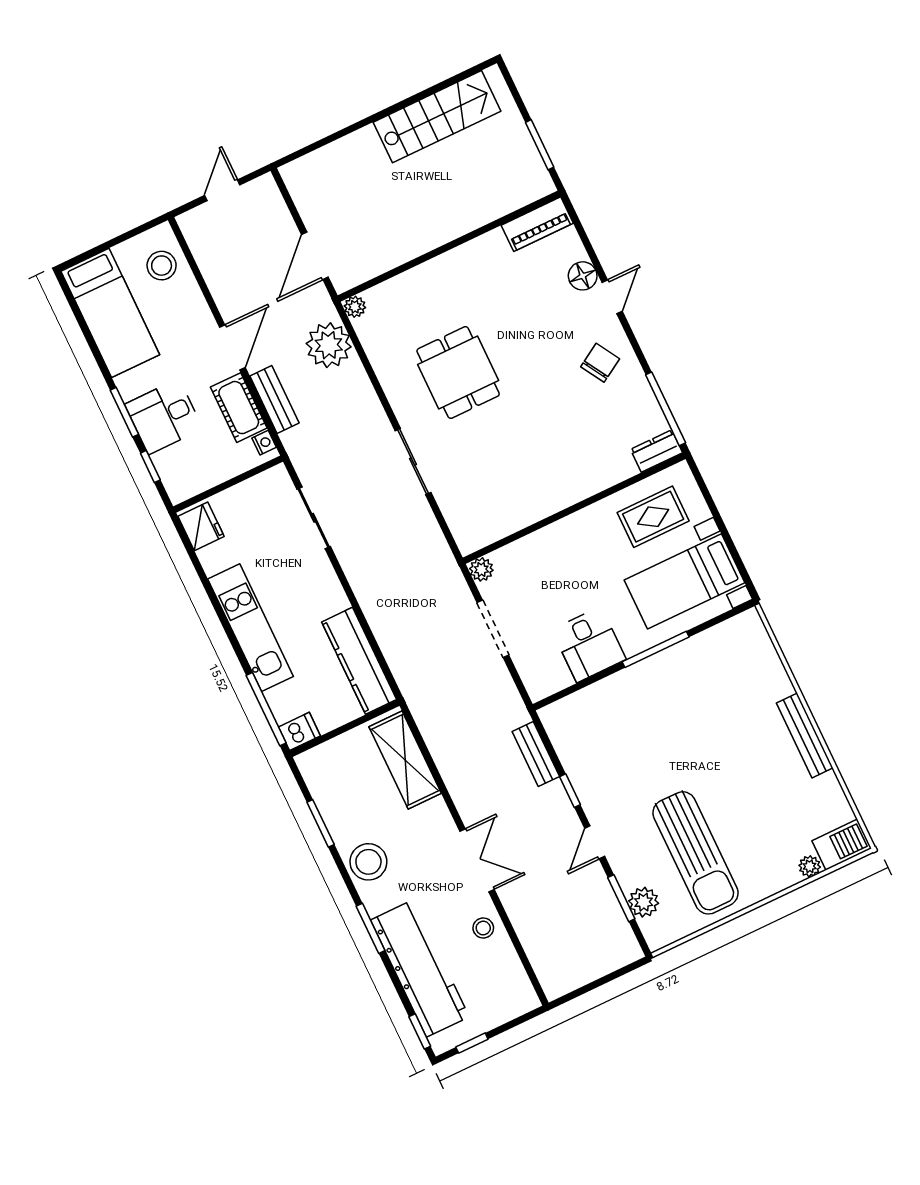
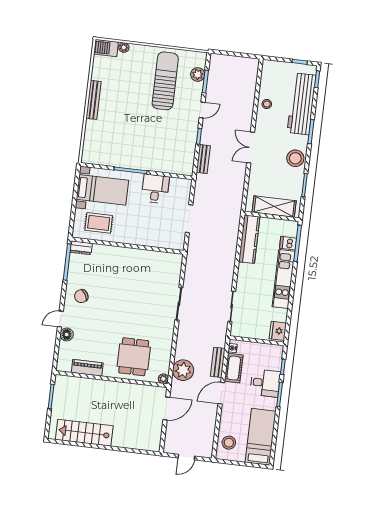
piano: (537, 224) -> (87, 368), moved
dining table: (458, 372) -> (134, 357), moved
plant: (481, 569) -> (179, 245), removed
dishwasher: (299, 731) -> (288, 243), moved
shelving: (405, 760) -> (274, 207), moved, turned 90
double door: (477, 860) -> (251, 148), moved

